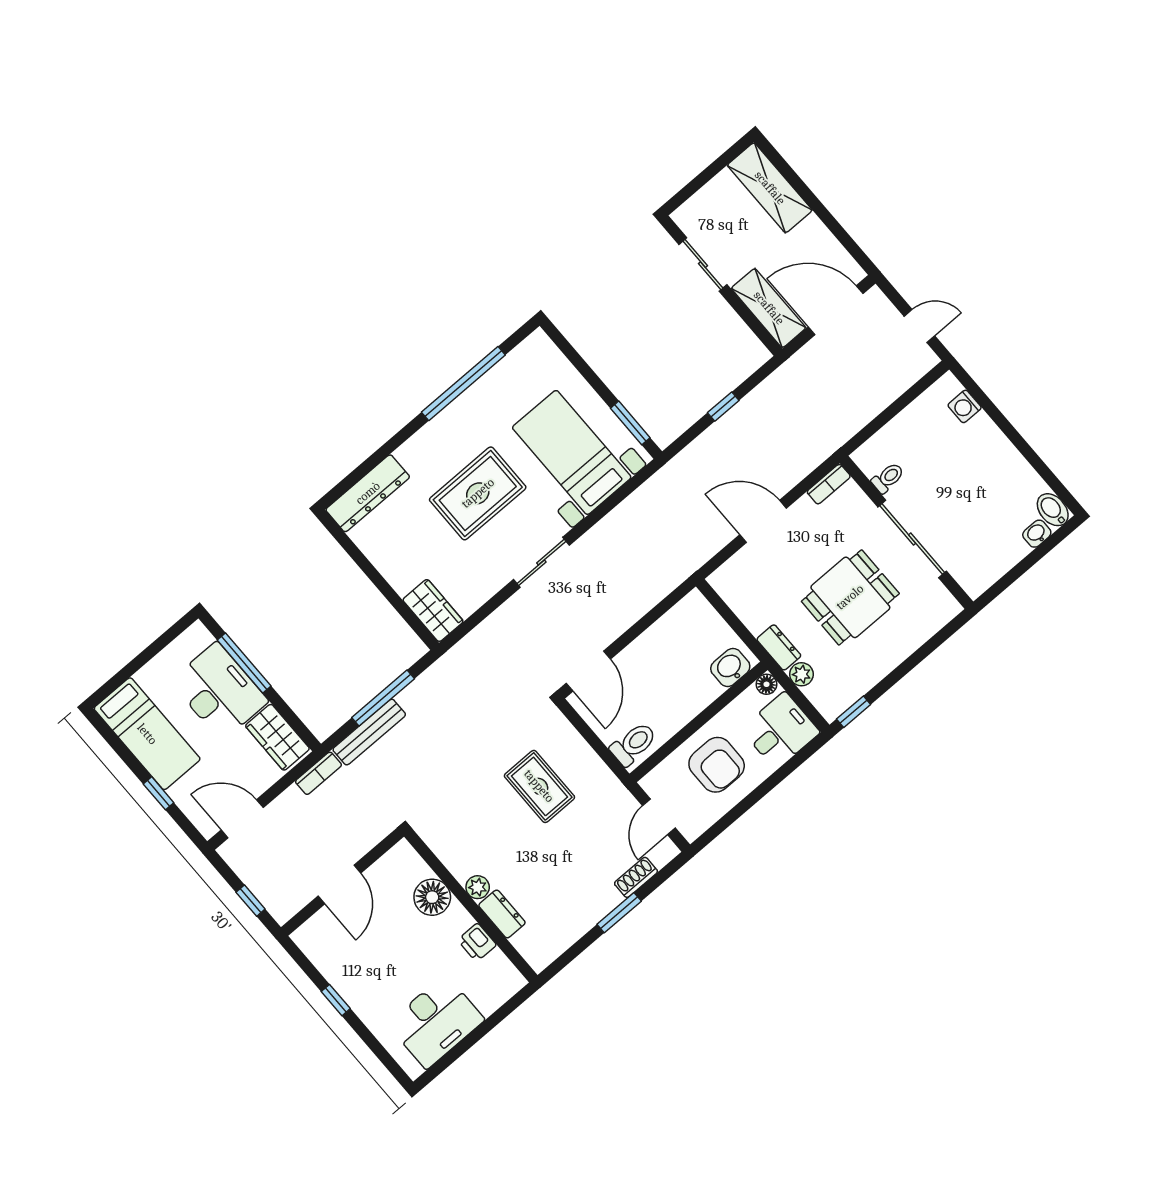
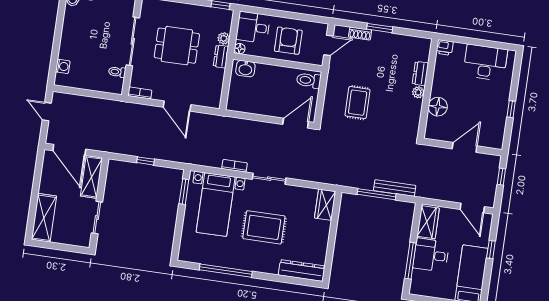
desk: (219, 691) -> (431, 255), width x0.73
bookcase: (318, 773) -> (235, 166), moved
printer: (477, 942) -> (445, 48), moved, turned 90

